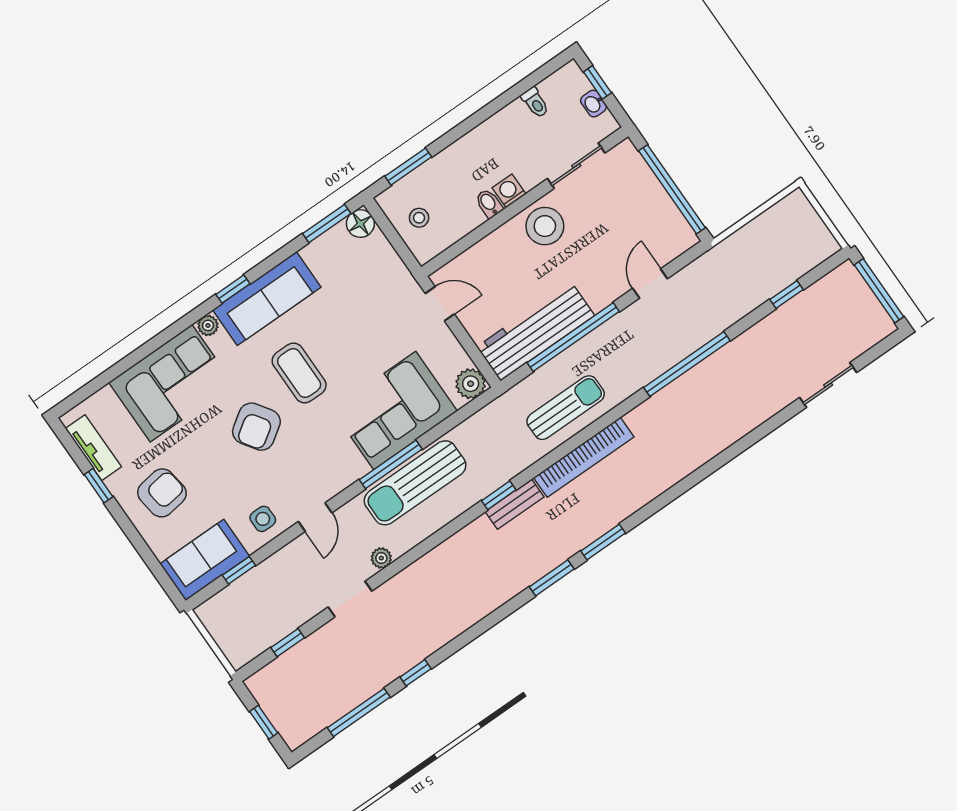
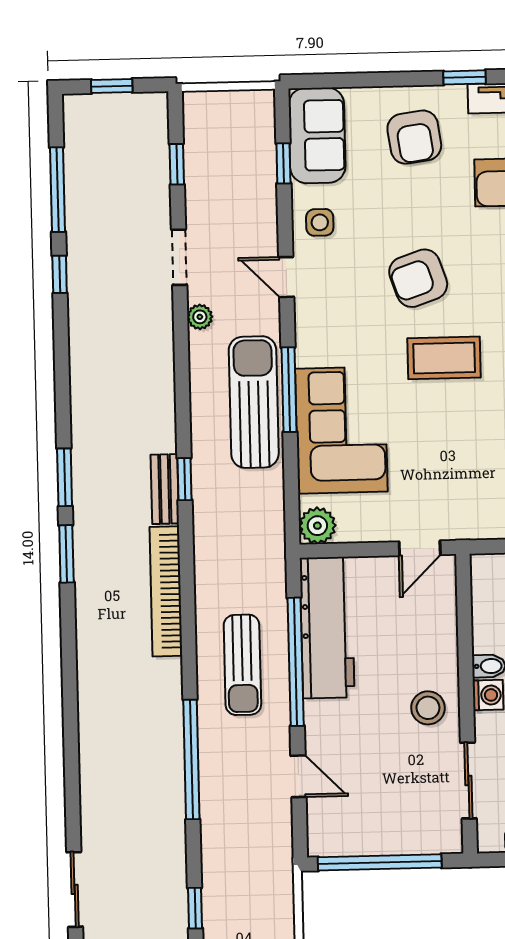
stool: (545, 226) -> (428, 708), width x0.73, depth x0.73
sun lounger: (566, 408) -> (242, 665), moved
armchair: (256, 427) -> (418, 278), turned -75

